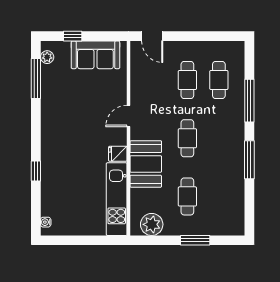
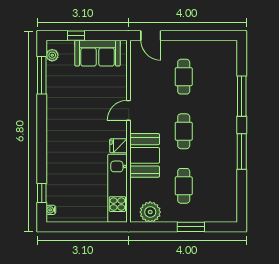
cafe table: (219, 80) -> (213, 77), removed
window: (36, 171) -> (42, 193), moved

